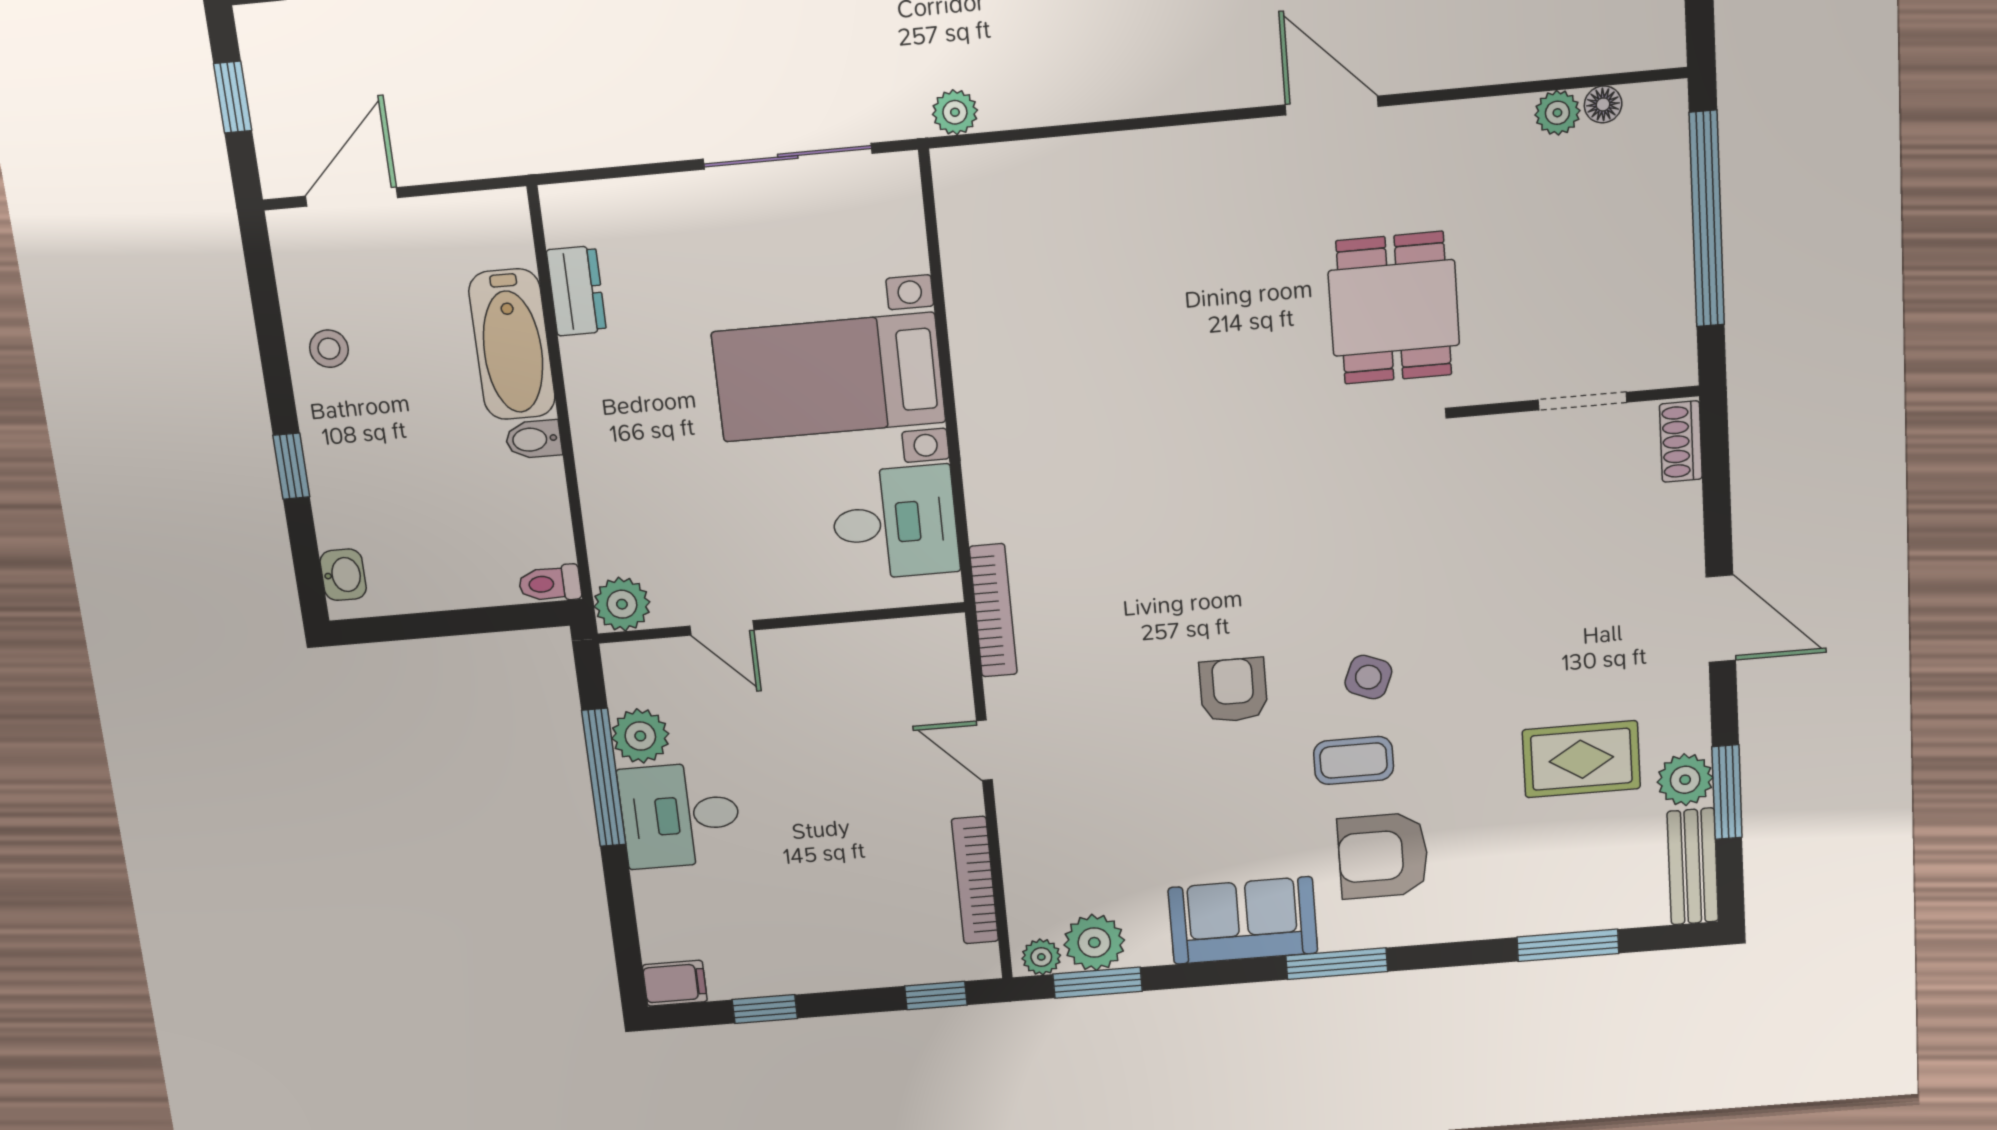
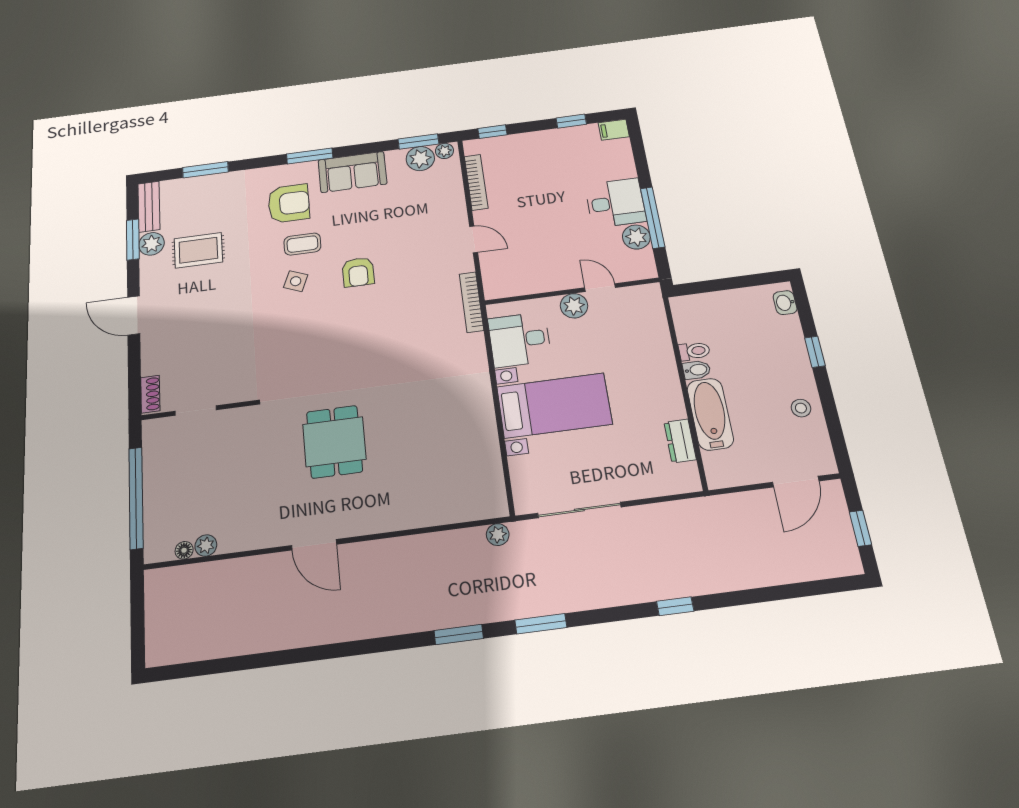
dining table: (1394, 308) -> (334, 442), moved
toilet: (550, 584) -> (694, 351), moved
plant: (622, 604) -> (574, 306), moved

